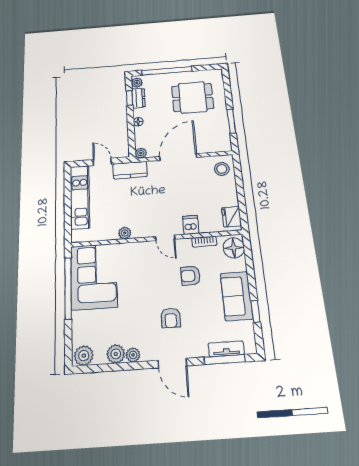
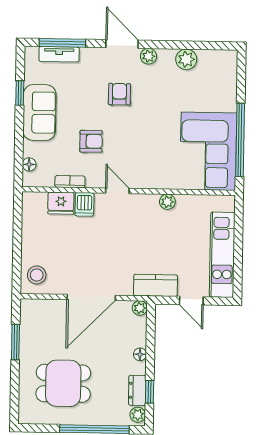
fridge: (231, 217) -> (61, 203), moved, turned 90
floor lamp: (234, 248) -> (29, 164), width x0.53, depth x0.53
plant: (133, 355) -> (148, 56), moved
plant: (84, 356) -> (223, 61), removed

